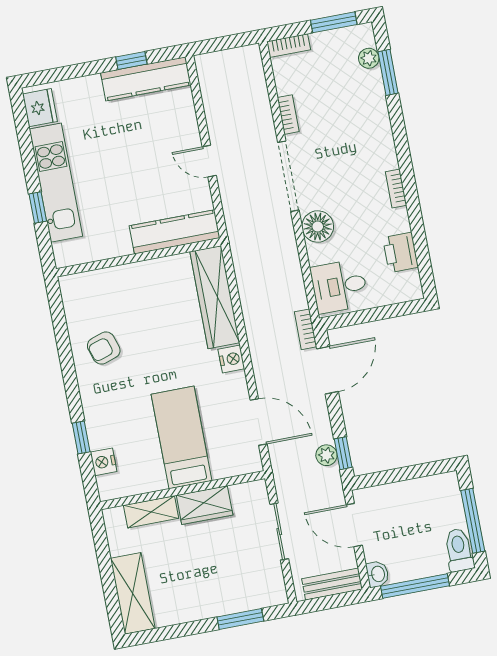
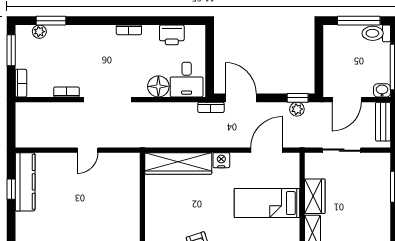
floor lamp: (318, 226) -> (158, 86), moved
kitchen counter: (175, 232) -> (130, 182), removed

